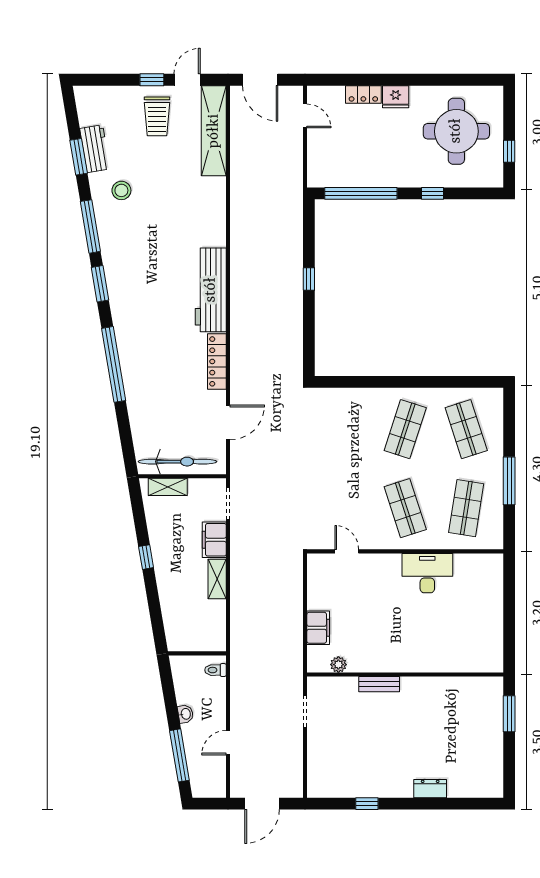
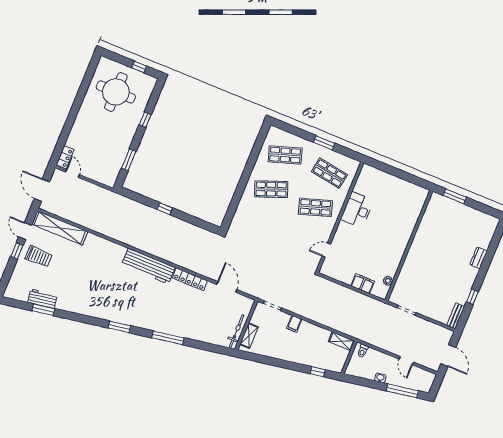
door: (260, 80) -> (42, 190), swing flipped
locker: (363, 94) -> (65, 157), moved
fridge: (396, 97) -> (83, 118), removed
door: (305, 116) -> (72, 173), hinge flipped
stool: (121, 190) -> (72, 293), removed
window: (361, 193) -> (129, 160), width x0.47
window: (90, 226) -> (85, 319), removed
window: (114, 364) -> (168, 338), width x0.68
shop shelf: (405, 429) -> (271, 189), turned -39
bicycle: (178, 462) -> (237, 331), width x0.73, depth x0.71
window: (509, 481) -> (324, 143), width x0.69
filing cabinet: (214, 540) -> (294, 324), width x0.50
window: (146, 557) -> (318, 372), moved
shelving: (217, 579) -> (341, 341), moved
bench: (379, 684) -> (456, 316), moved

